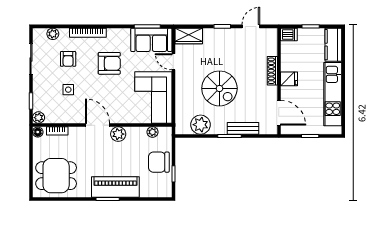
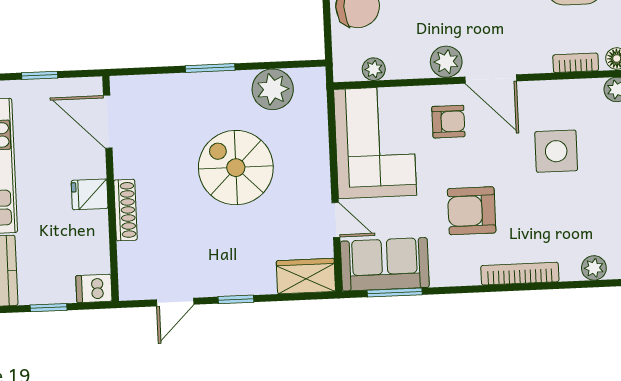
armchair: (68, 59) -> (448, 122), moved, turned 90
side table: (68, 90) -> (556, 151), width x1.87, depth x1.87
bench: (243, 128) -> (182, 85), removed

